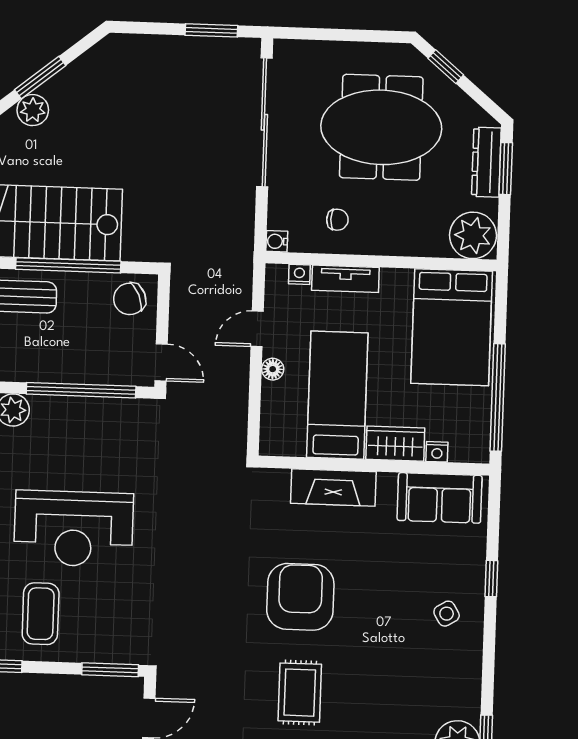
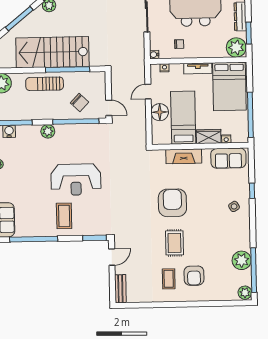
window: (506, 169) -> (249, 33), moved
tv unit: (345, 279) -> (198, 68), moved
chair: (130, 299) -> (80, 103), moved, turned -113
floor lamp: (273, 369) -> (160, 112), width x1.89, depth x1.89

